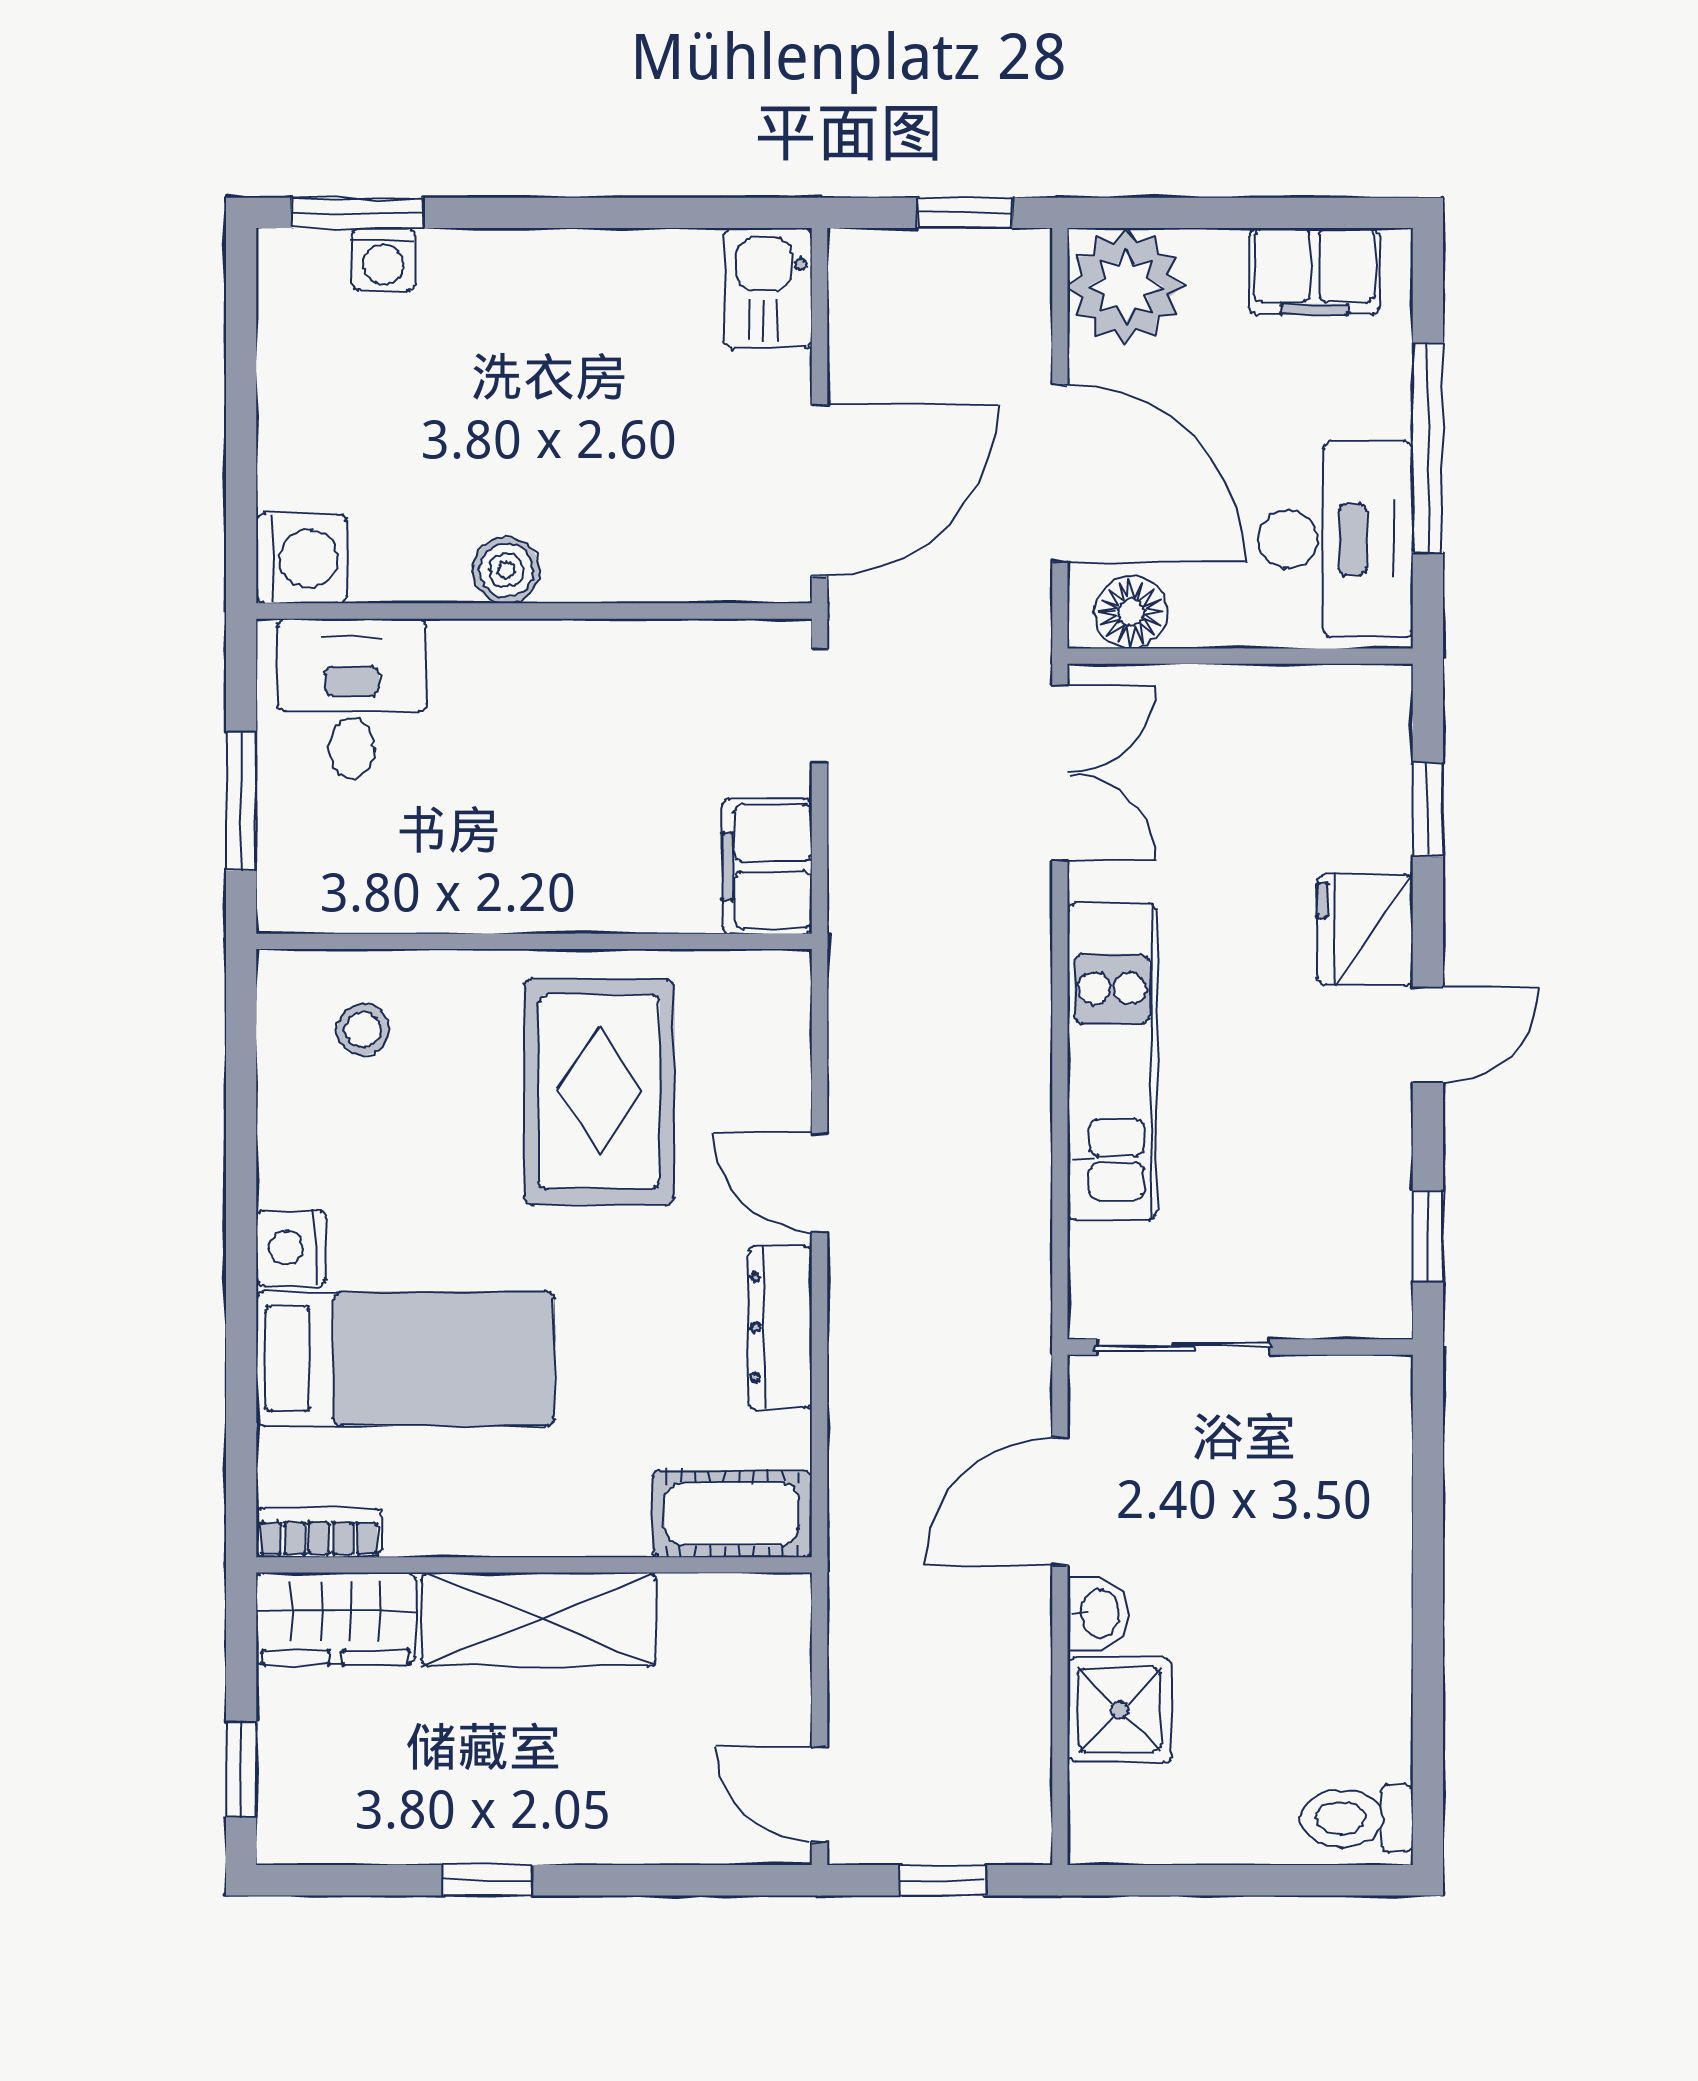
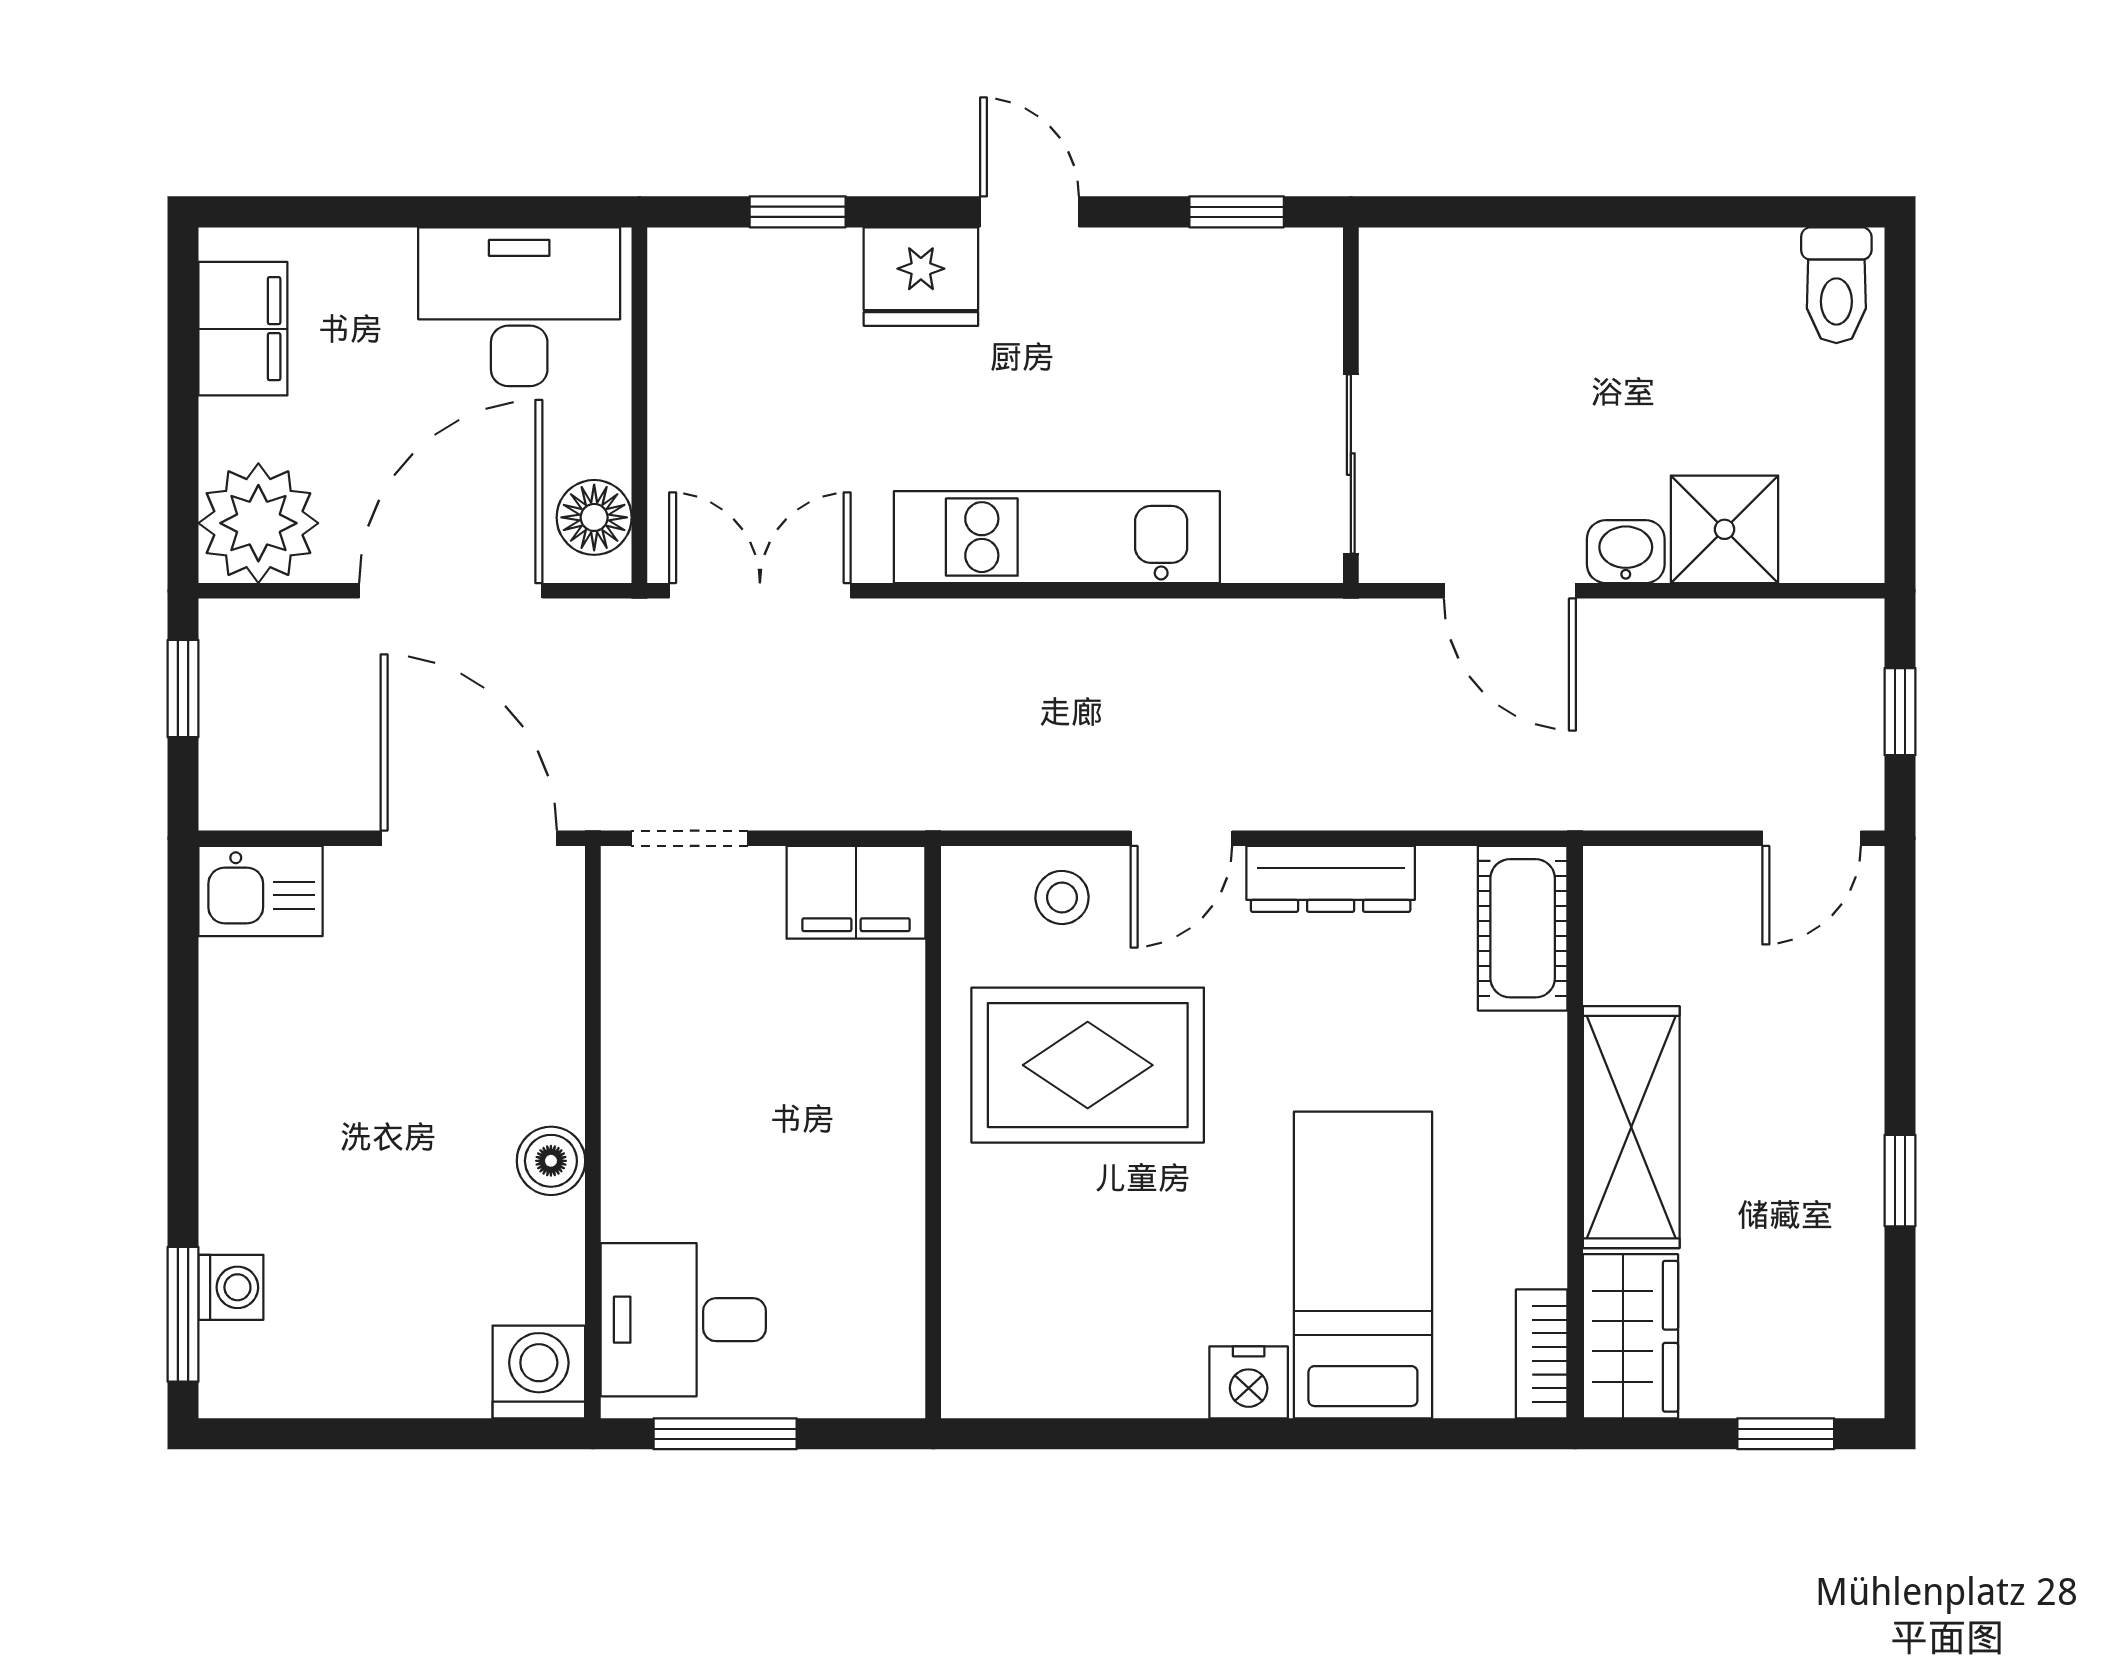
window: (1428, 449) -> (426, 212), removed
window: (241, 801) -> (725, 1434), moved
stool: (363, 1029) -> (1062, 897), moved

